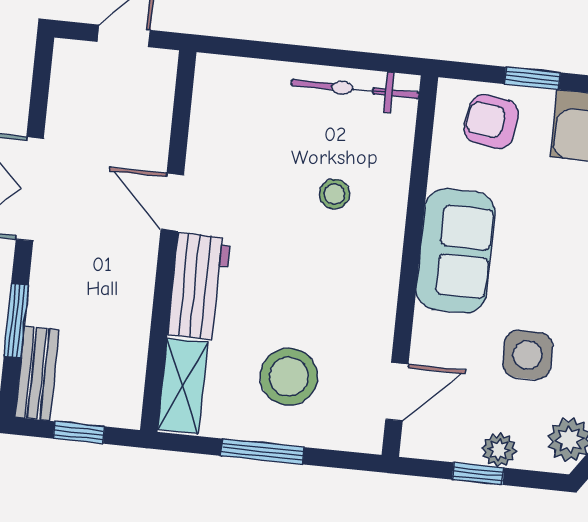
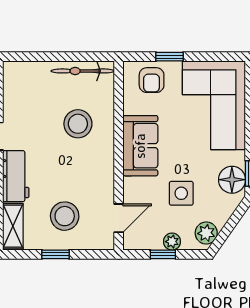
armchair: (491, 121) -> (152, 80), turned -99
stool: (334, 194) -> (78, 124), width x1.89, depth x1.89
window: (262, 451) -> (55, 254), width x0.67

